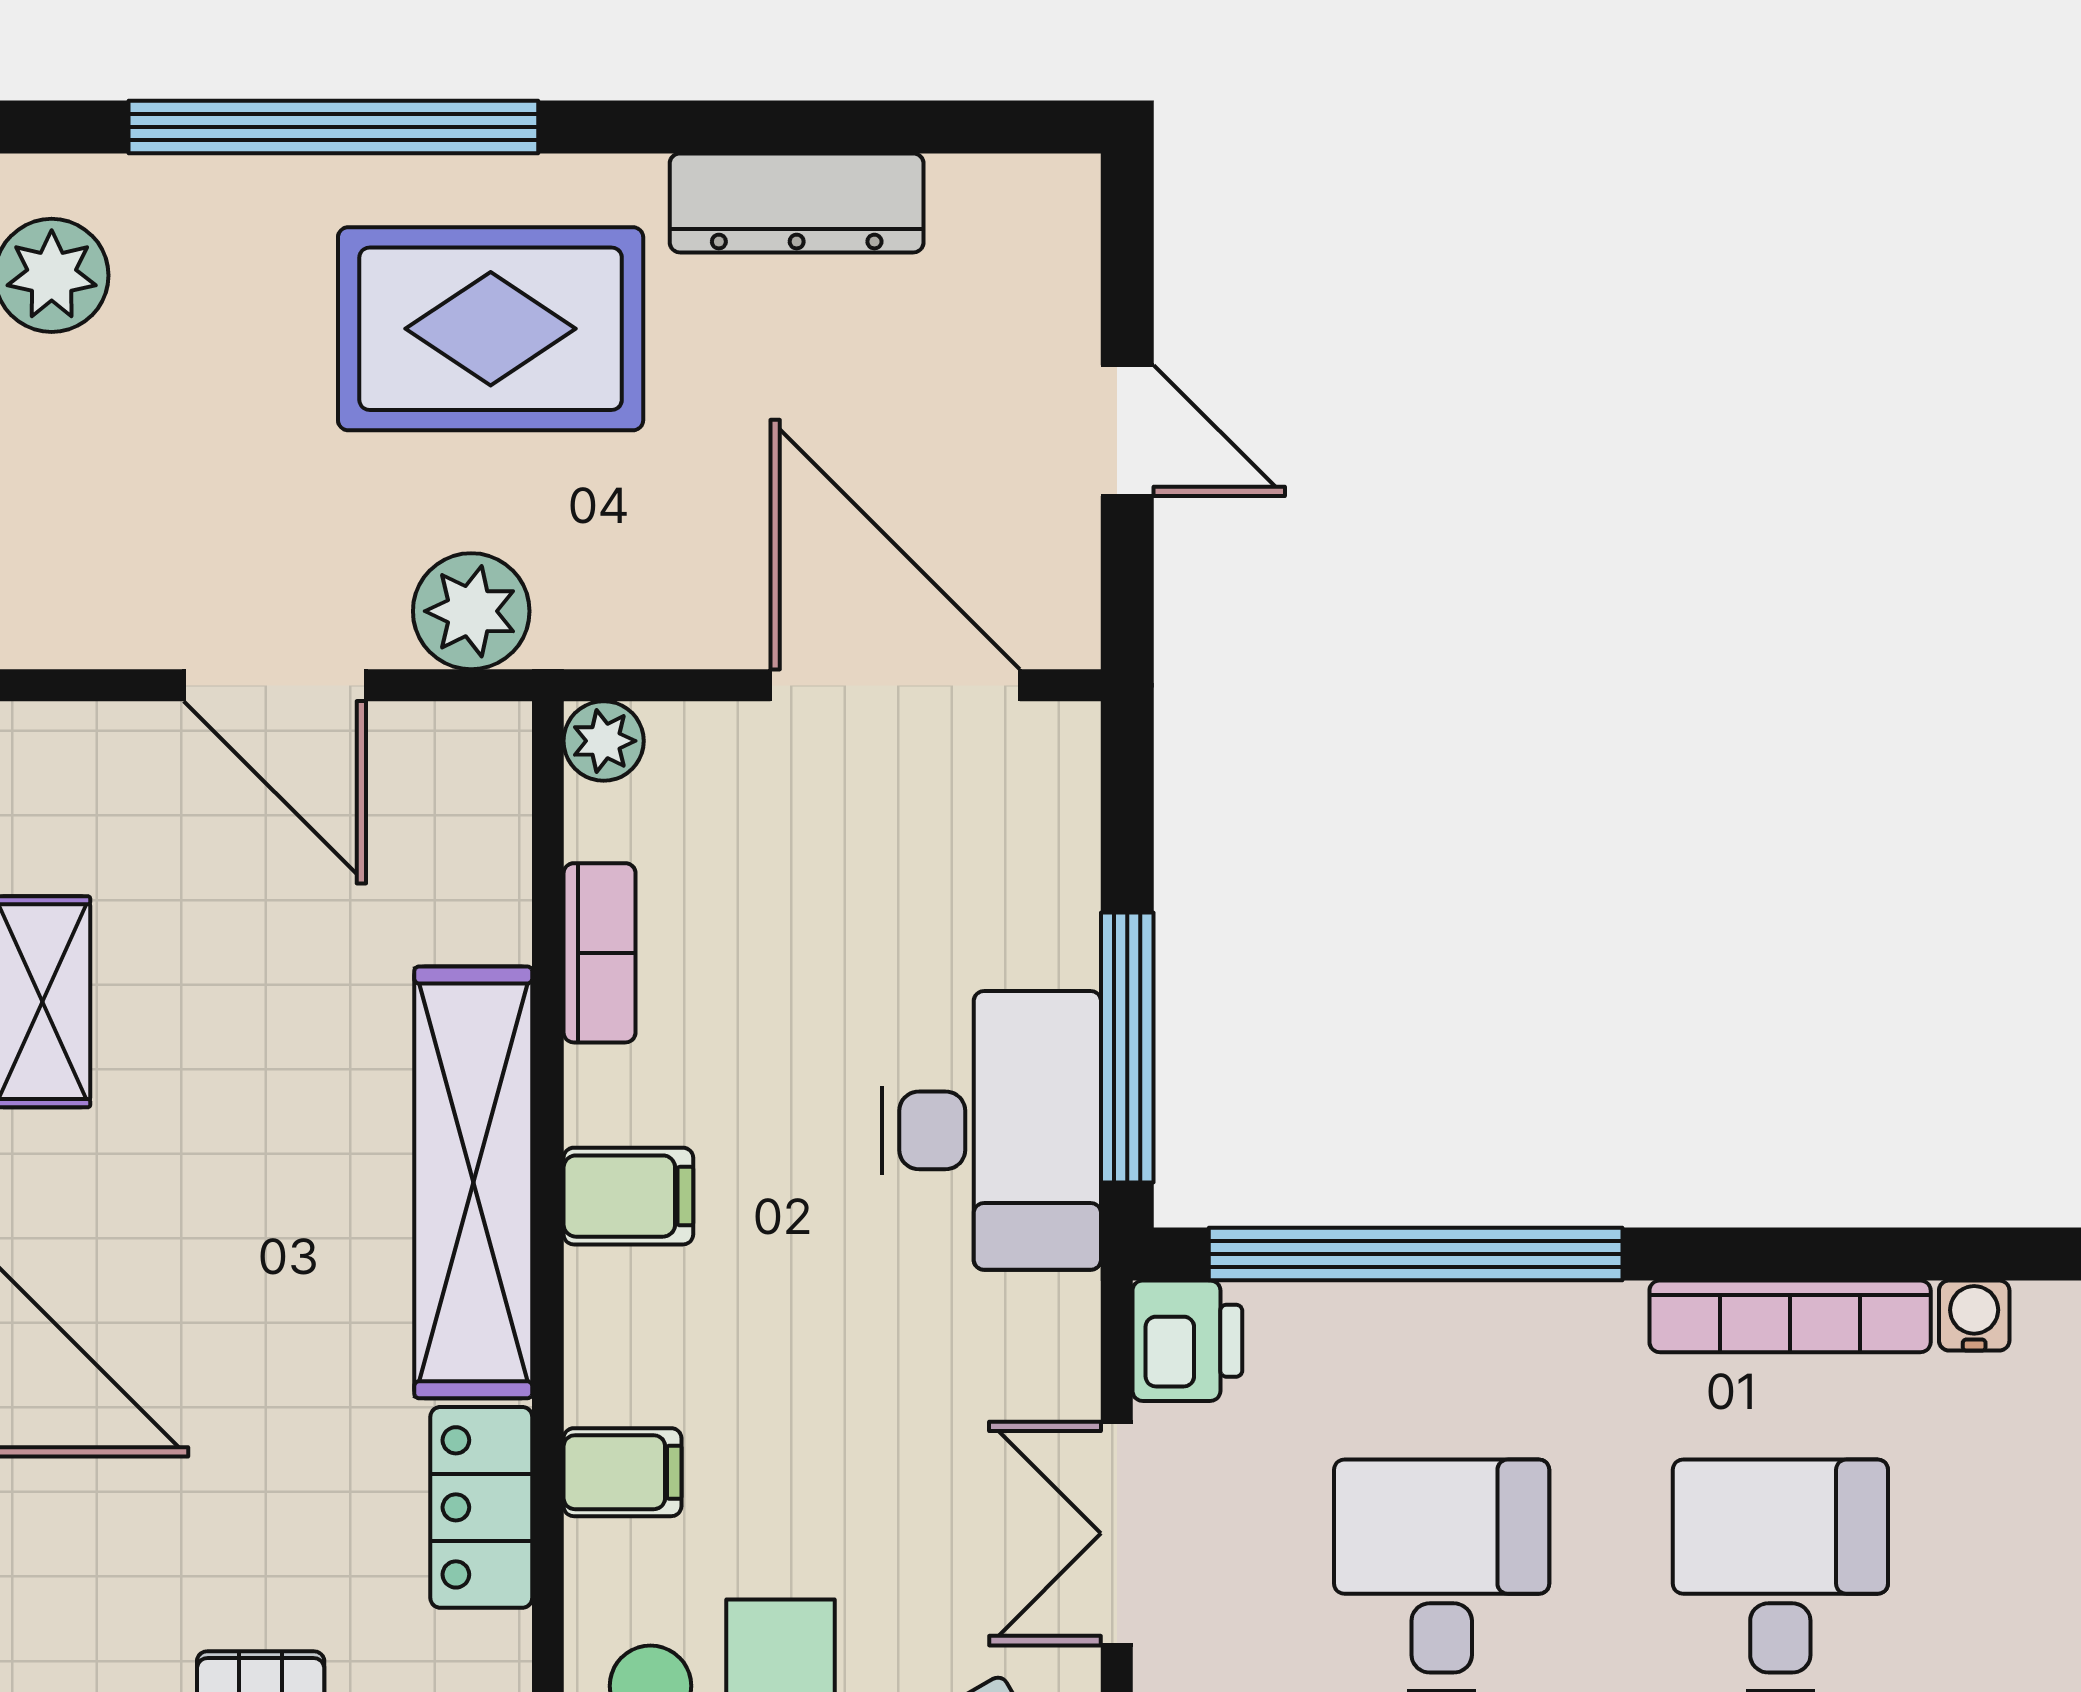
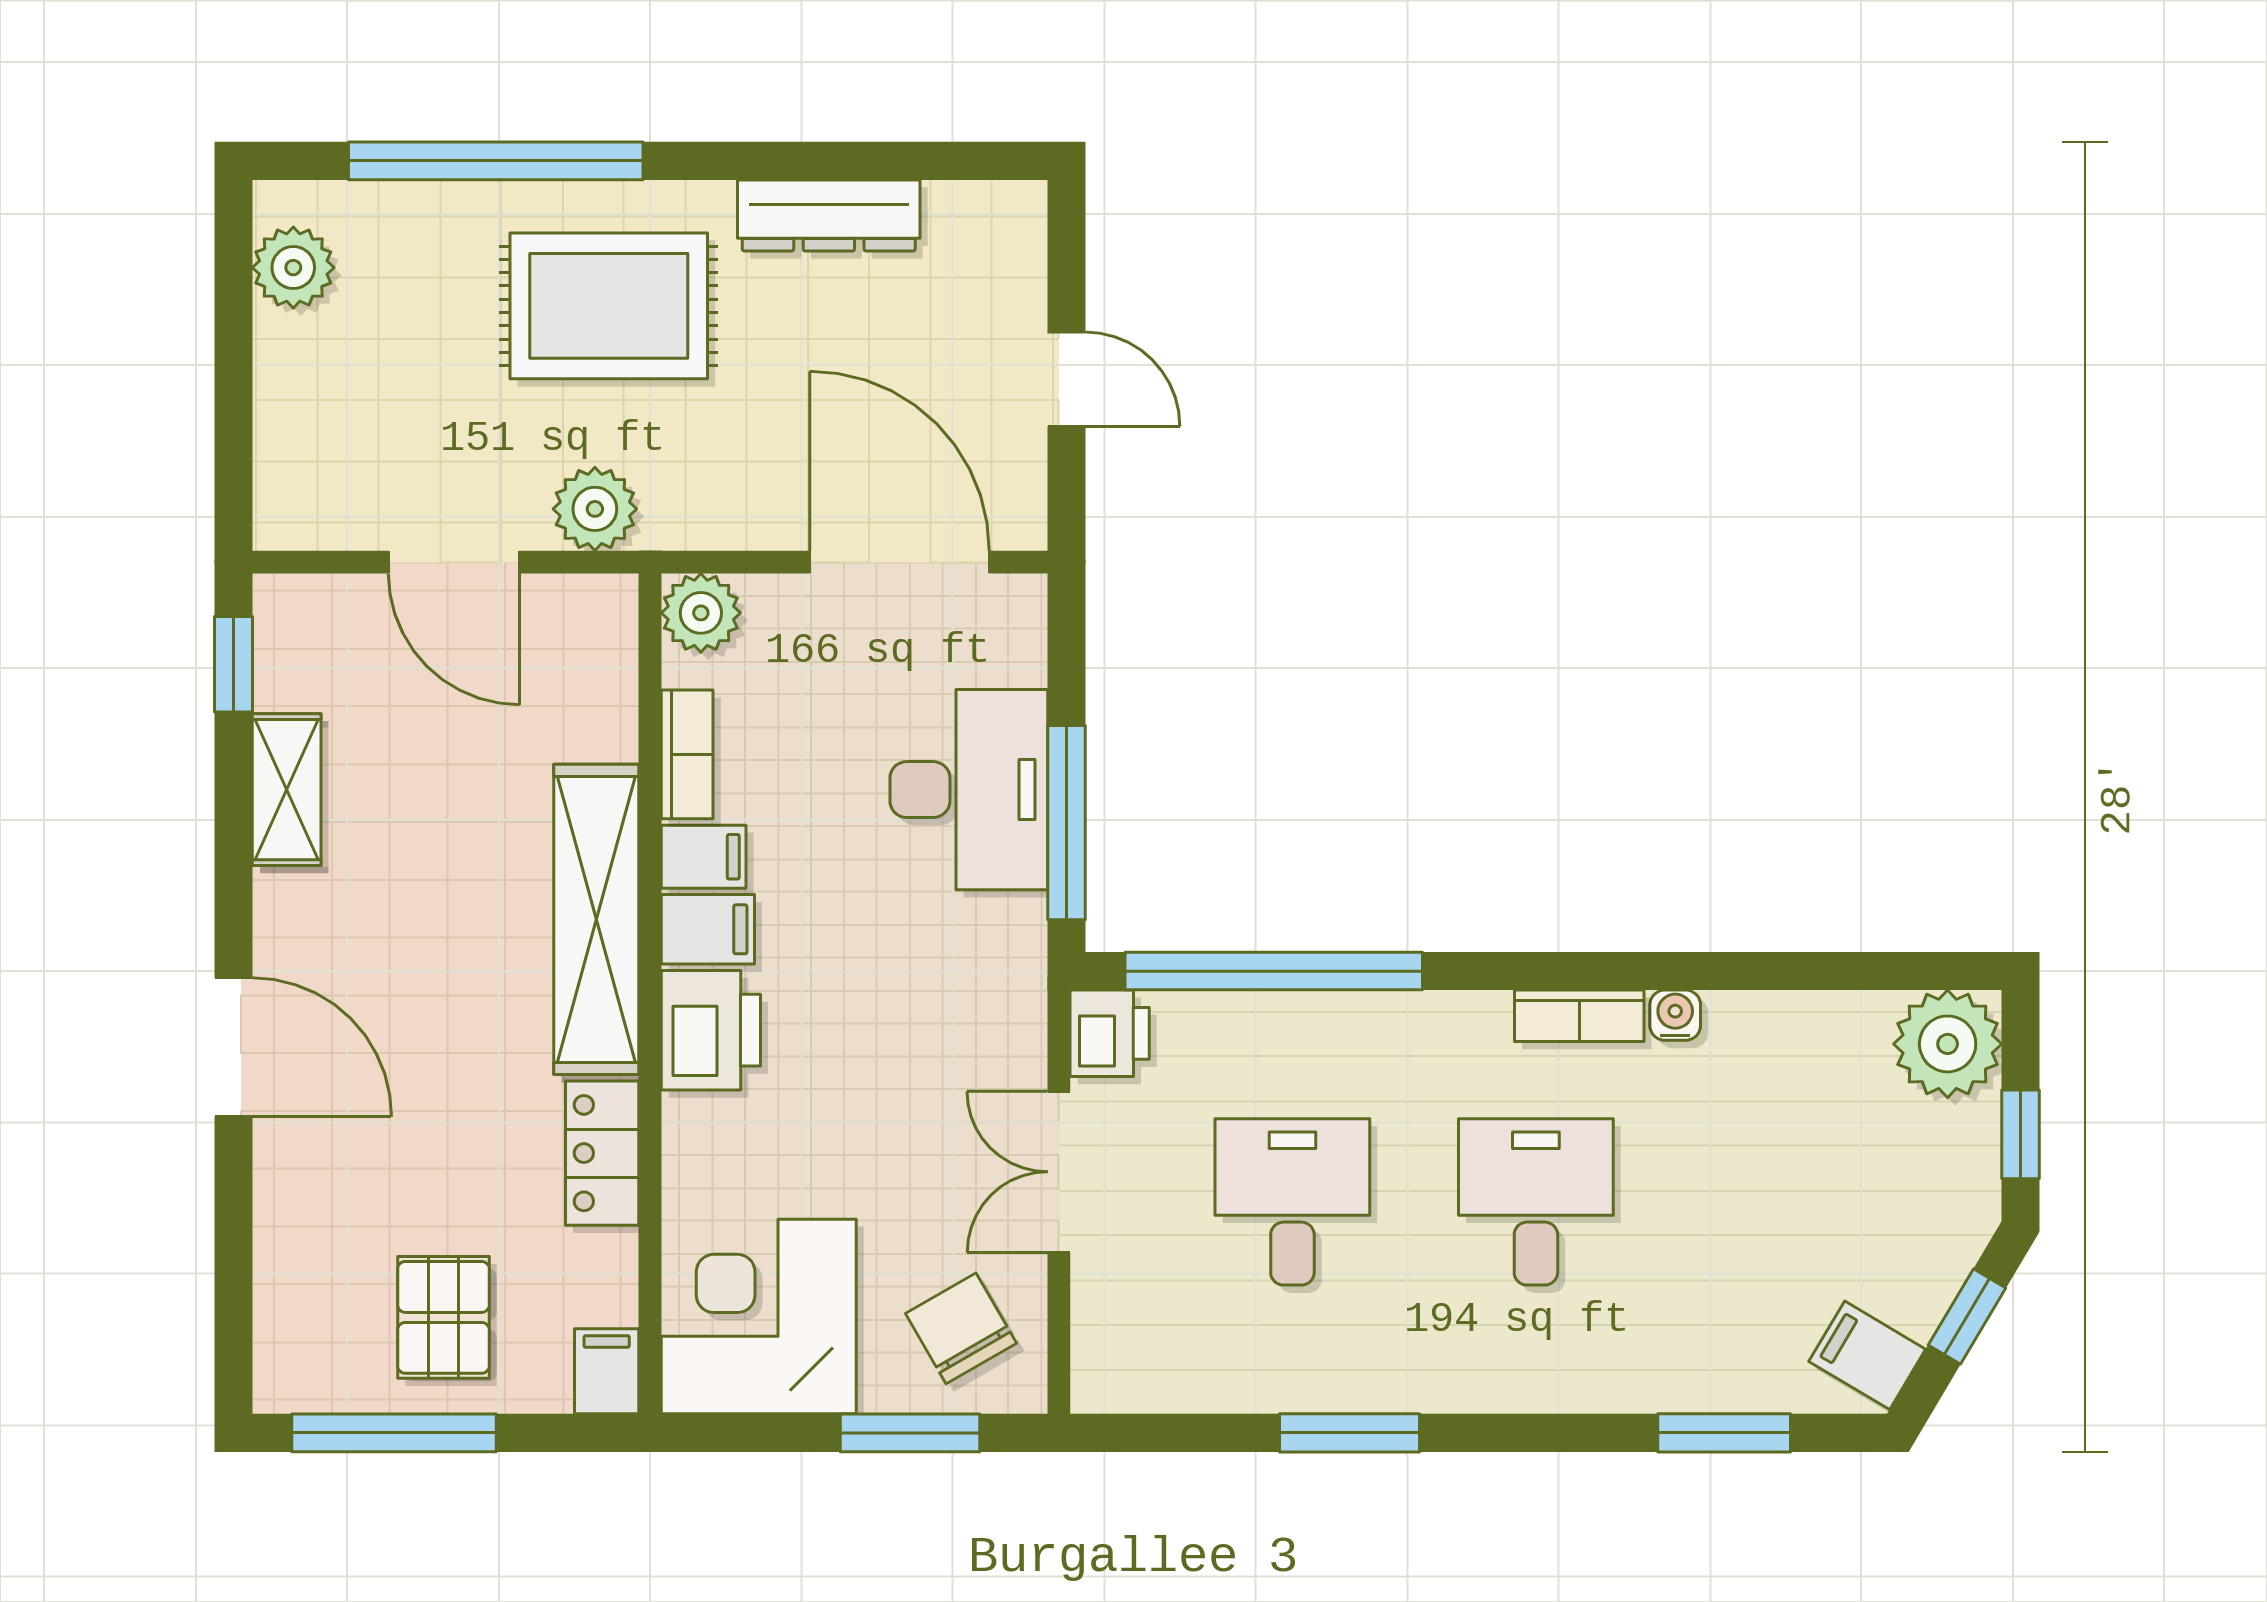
plant: (604, 741) -> (701, 613), width x1.38, depth x1.38
desk: (991, 1130) -> (969, 790), moved
bookcase: (1790, 1316) -> (1579, 1016), width x0.64
printer: (633, 1336) -> (711, 1030), added
filing cabinet: (623, 1472) -> (704, 857), moved

